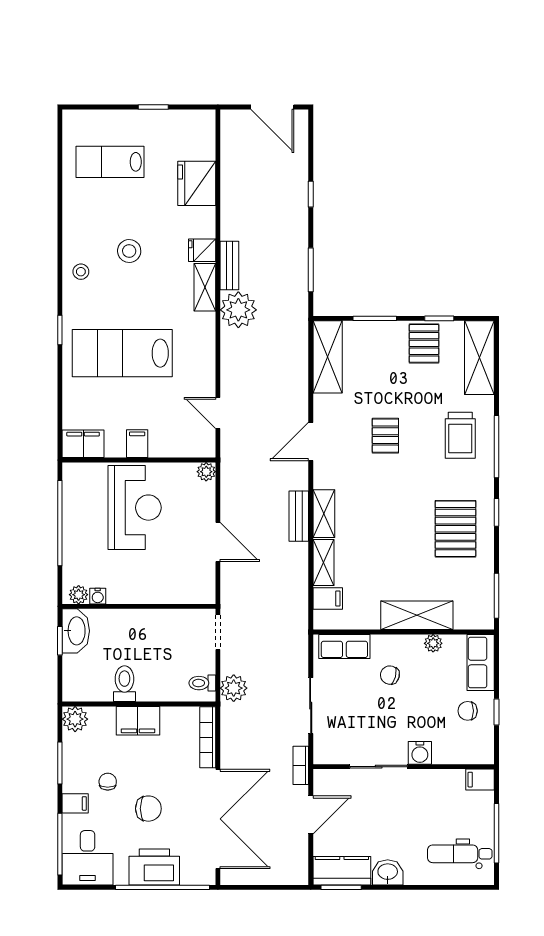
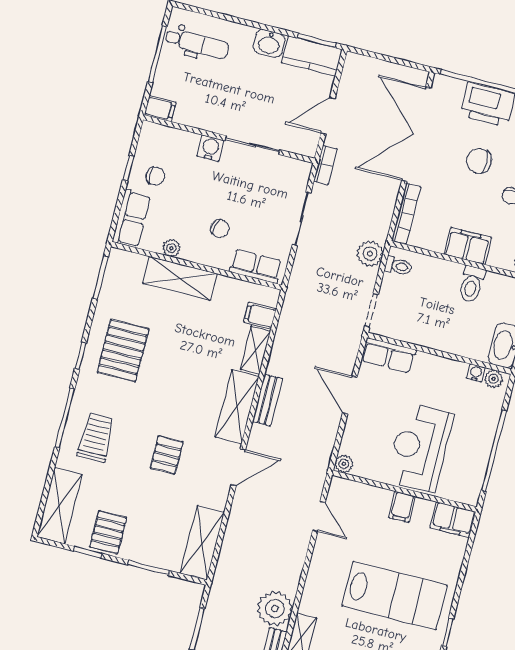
shelving: (324, 514) -> (237, 407), width x1.50, depth x1.33
row of seats: (189, 591) -> (389, 355), added

